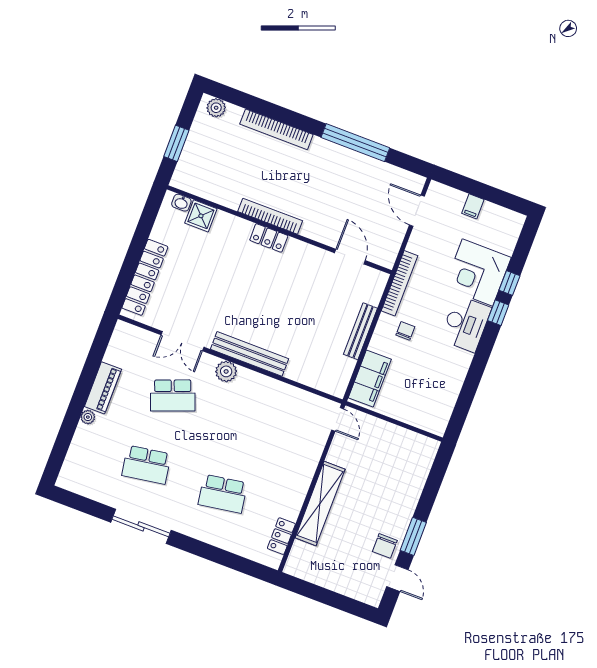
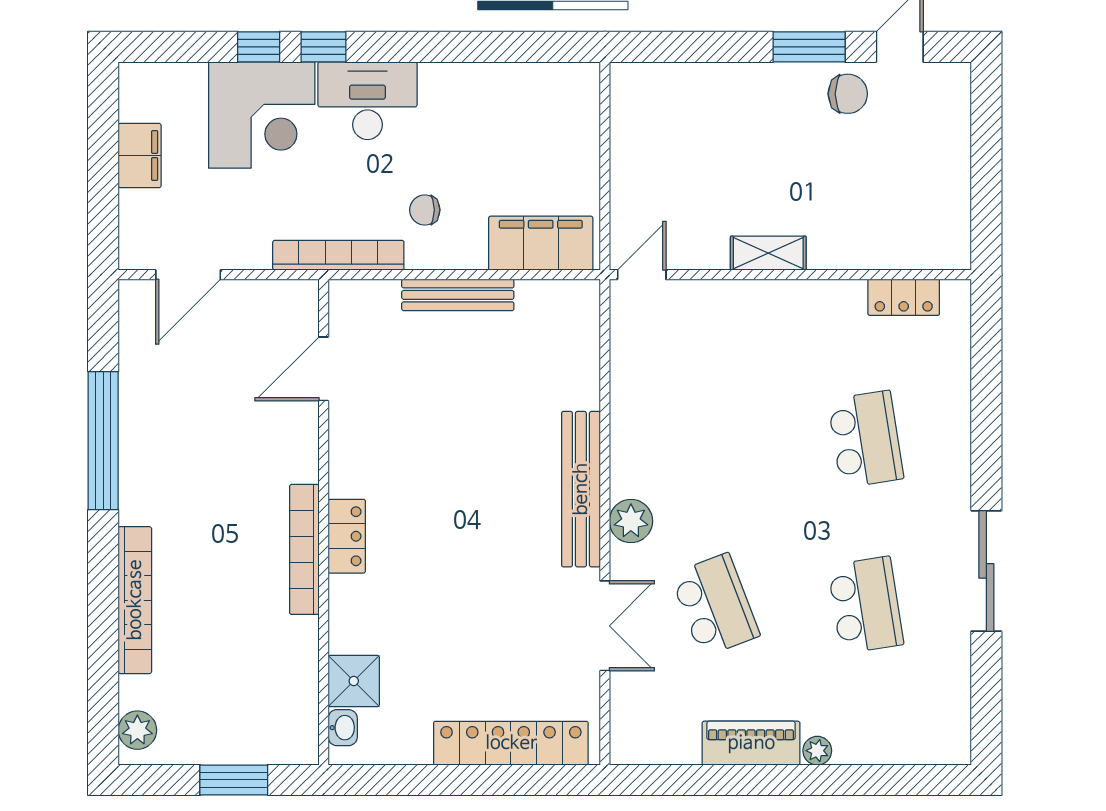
filing cabinet: (473, 206) -> (140, 155), width x2.00
shelving: (320, 503) -> (768, 253), width x0.45, depth x0.75

